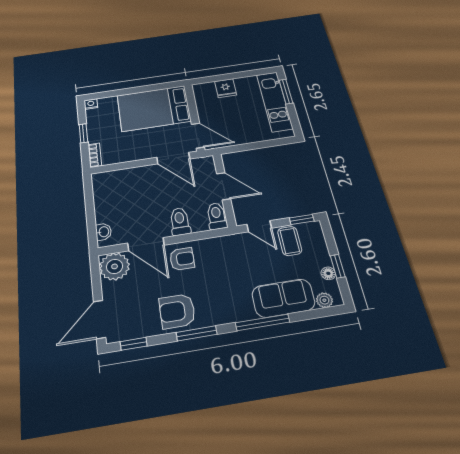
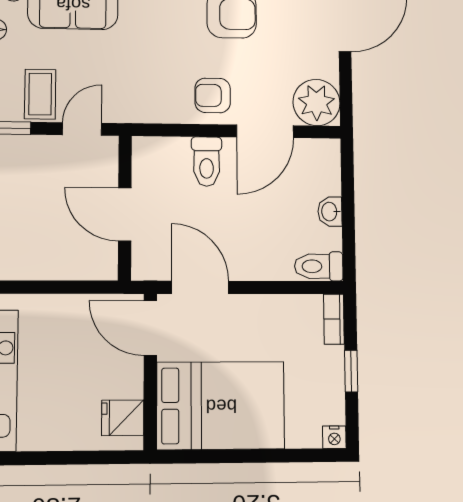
fridge: (226, 88) -> (123, 418), moved, turned -90
toilet: (217, 216) -> (319, 266), moved, turned 90
door: (259, 226) -> (82, 129), hinge flipped
washbasin: (103, 232) -> (330, 212), moved
door: (146, 244) -> (265, 131), swing flipped

